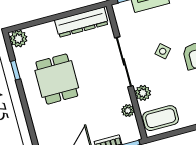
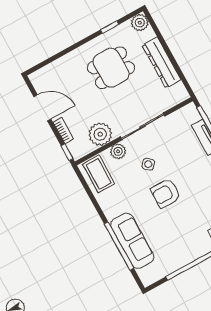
dresser: (81, 22) -> (162, 62), moved
side table: (163, 51) -> (148, 164), moved
plant: (128, 111) -> (100, 134), width x1.88, depth x1.88

